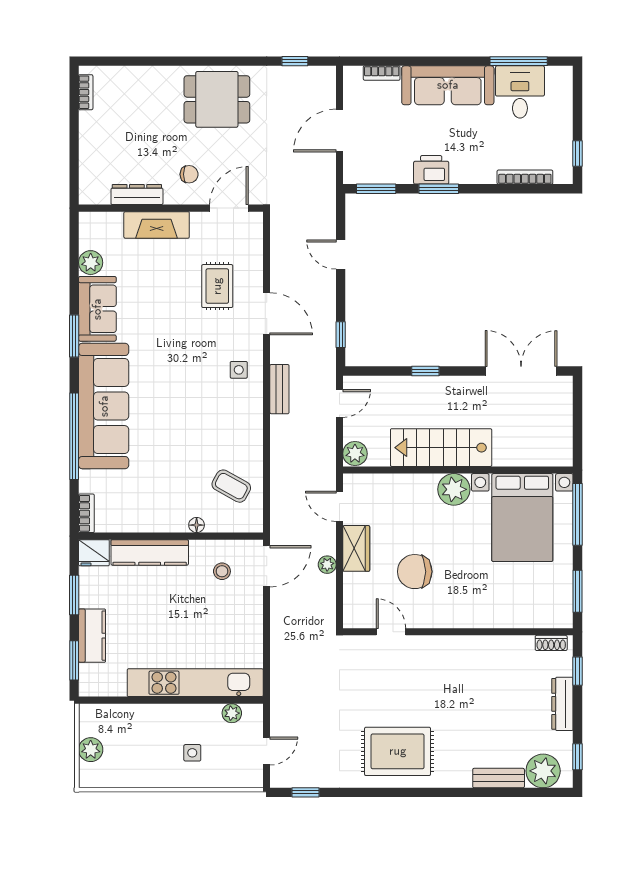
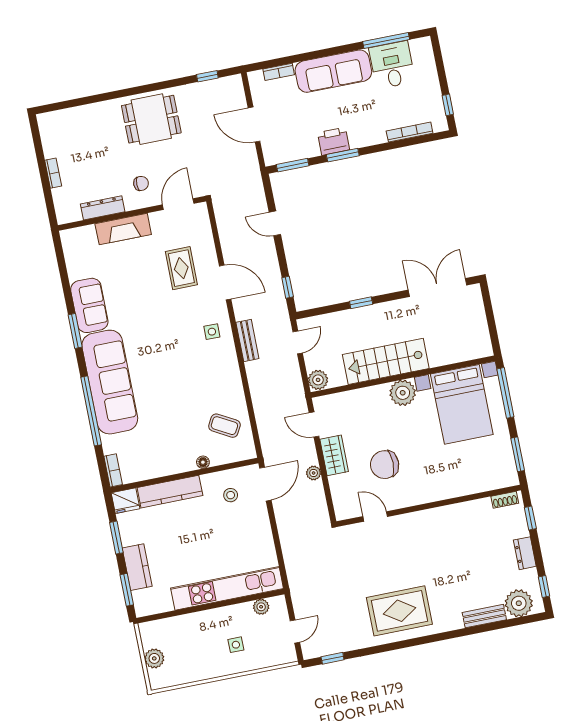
bookcase: (86, 92) -> (53, 173), moved
door: (339, 131) -> (254, 125), hinge flipped
plant: (91, 263) -> (77, 270), removed
dresser: (562, 704) -> (525, 553), width x0.70

